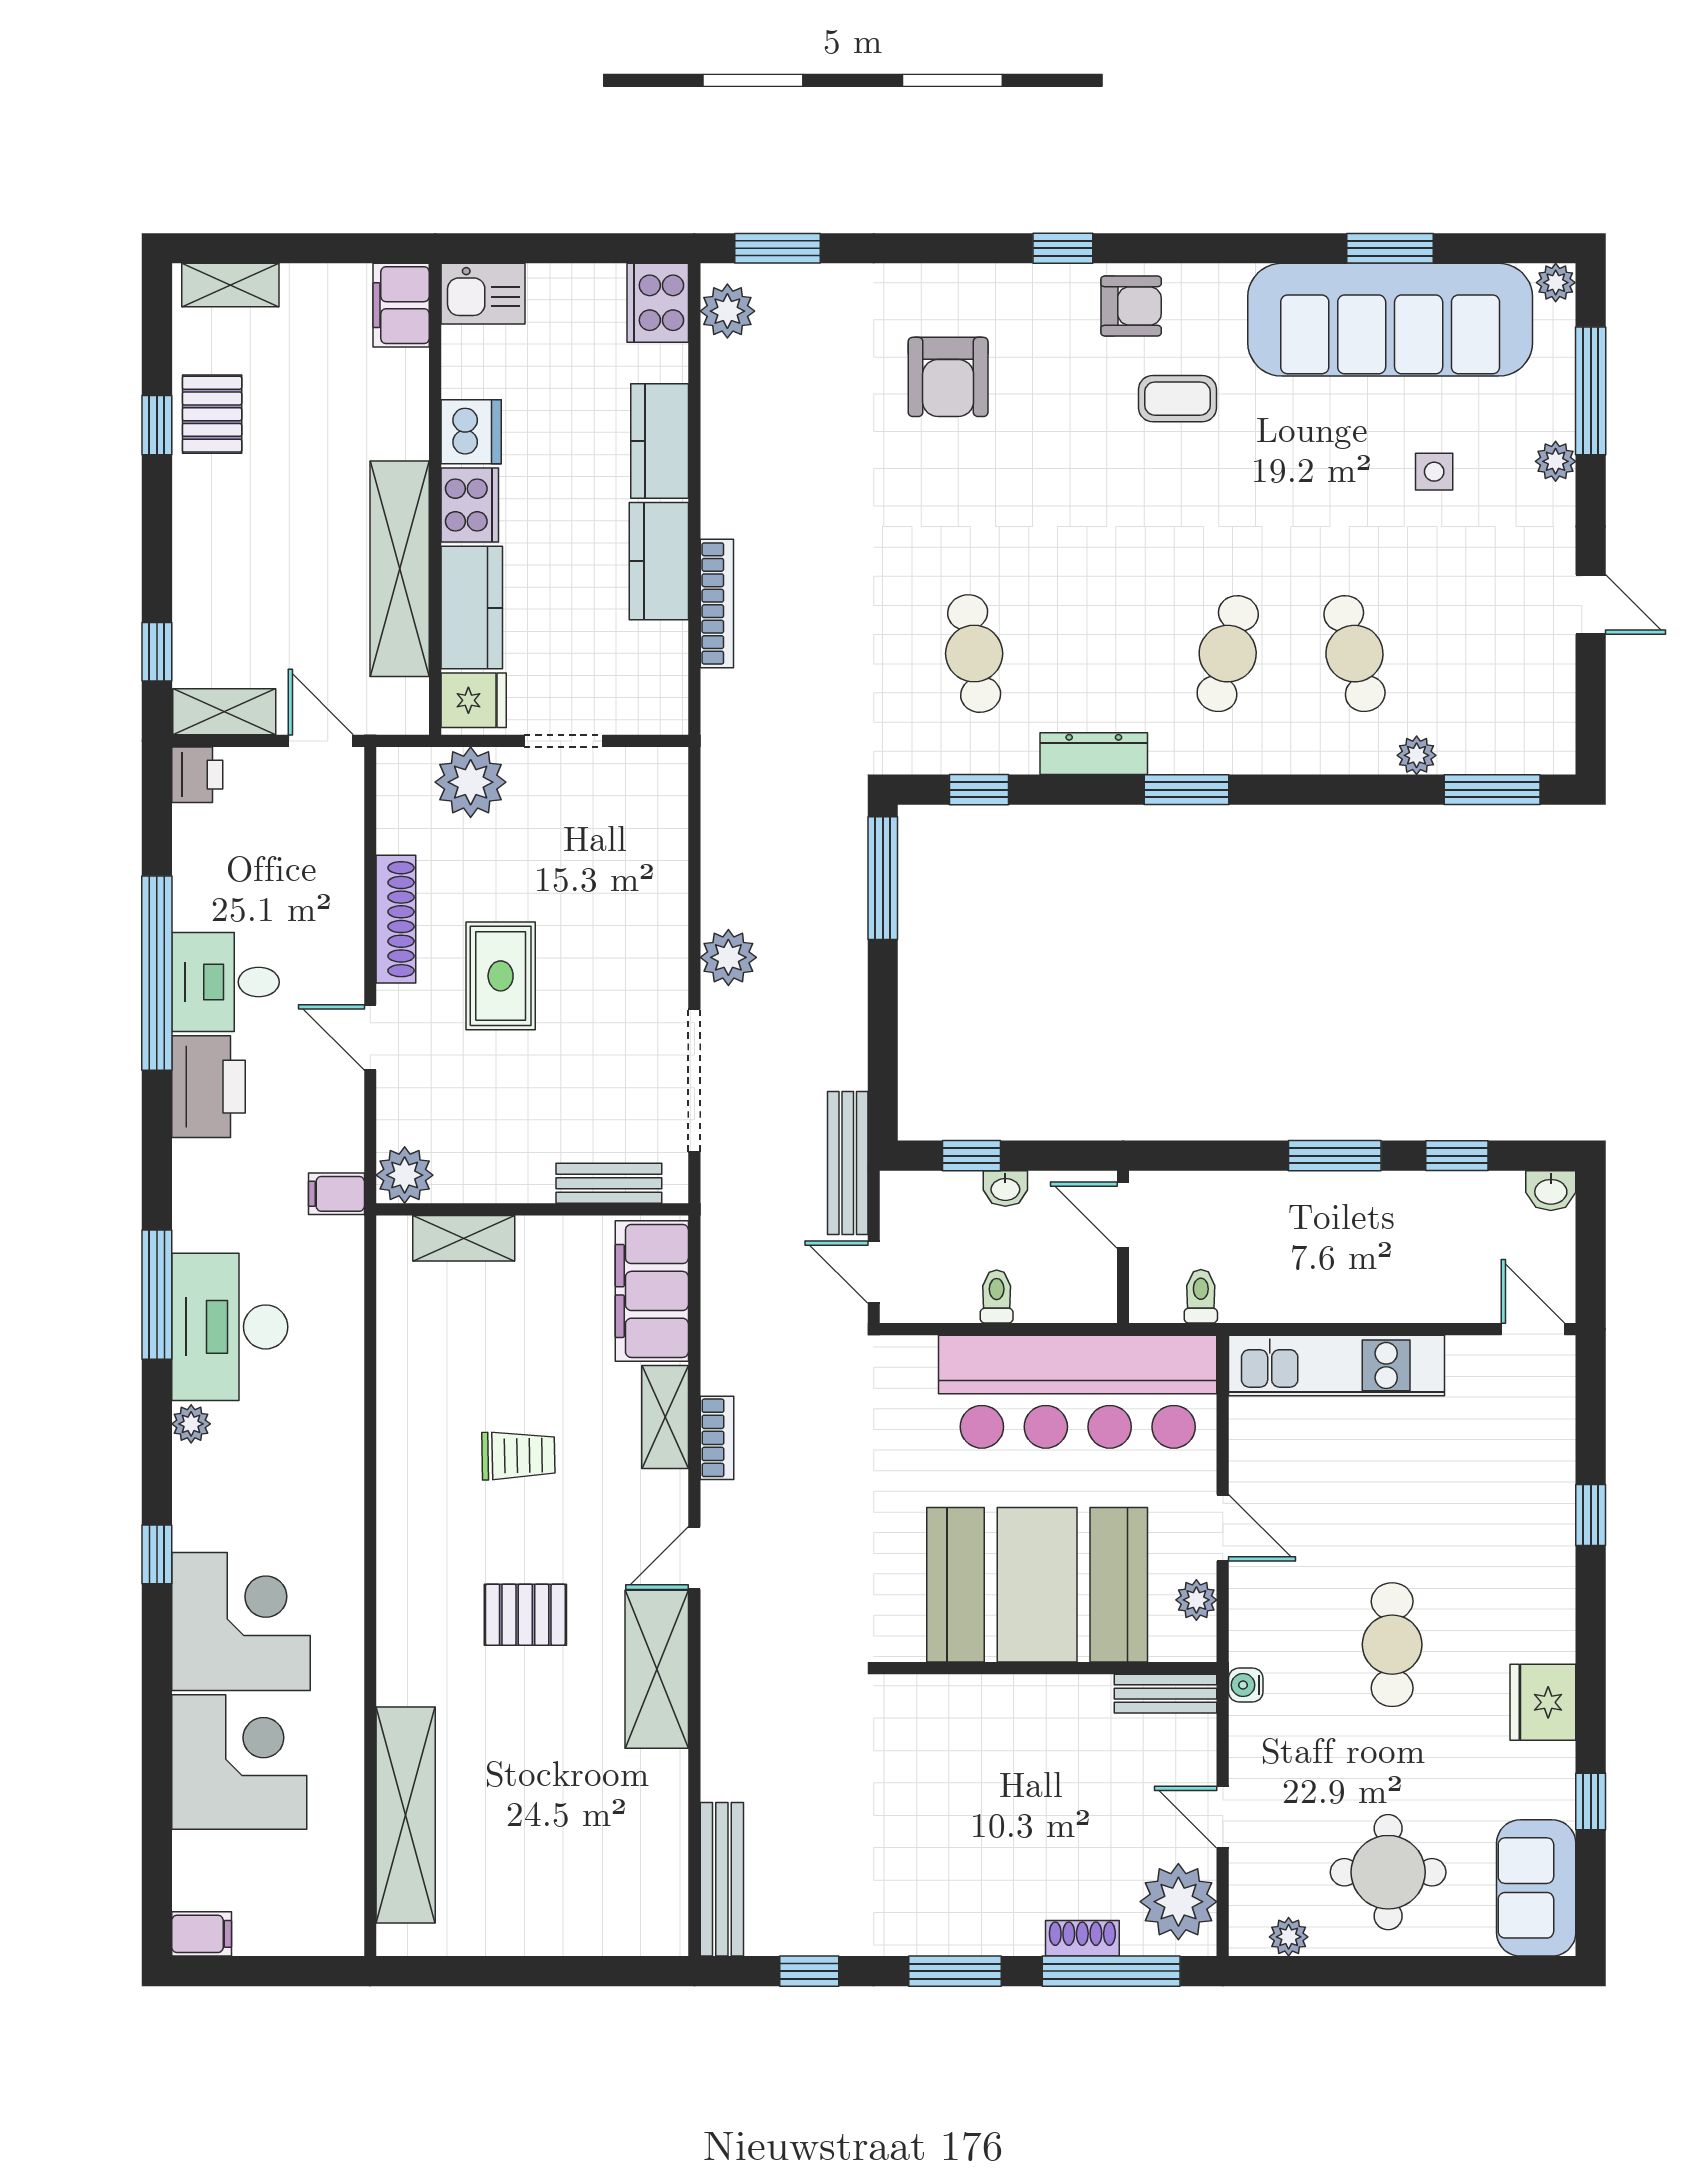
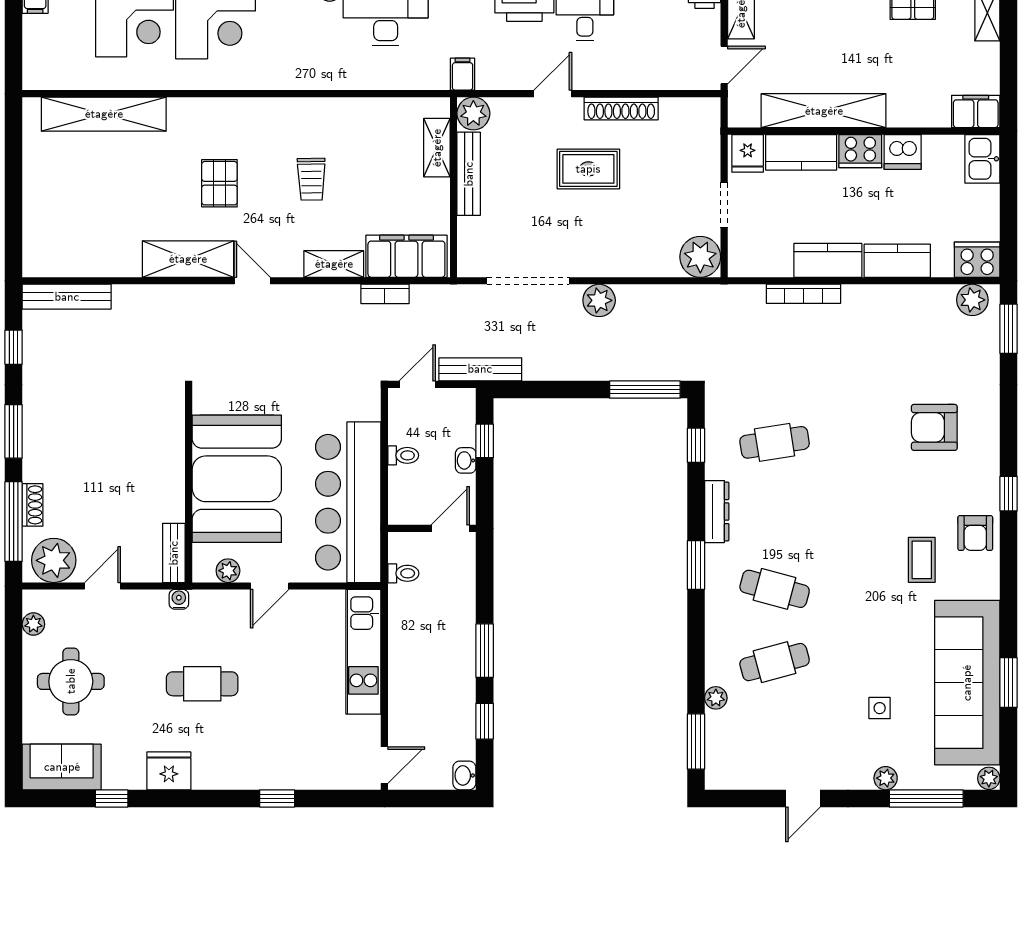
plant: (471, 782) -> (700, 257), moved
bench: (609, 1183) -> (469, 174), moved, width x1.36
bookcase: (717, 1438) -> (385, 294), moved

